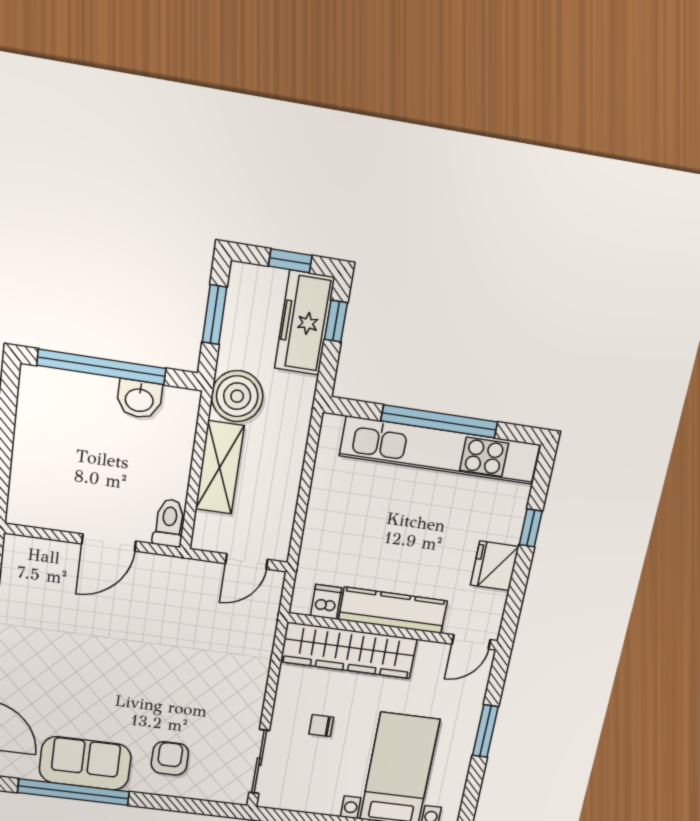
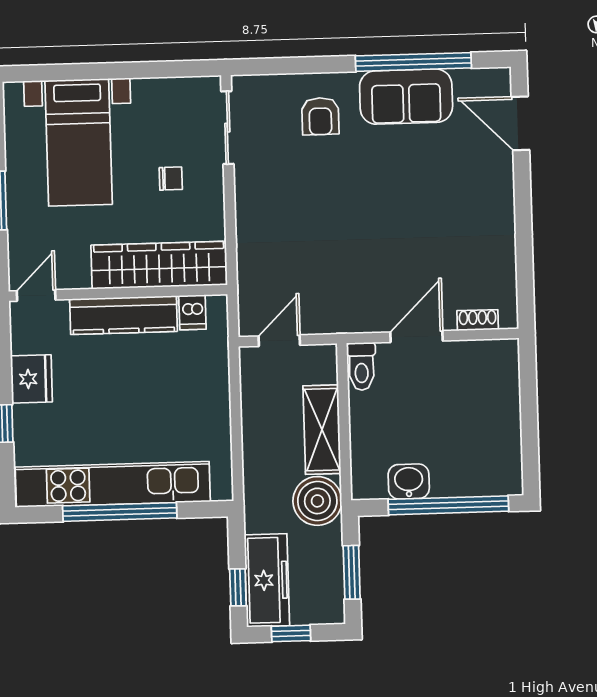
shoe rack: (45, 548) -> (478, 320), added

